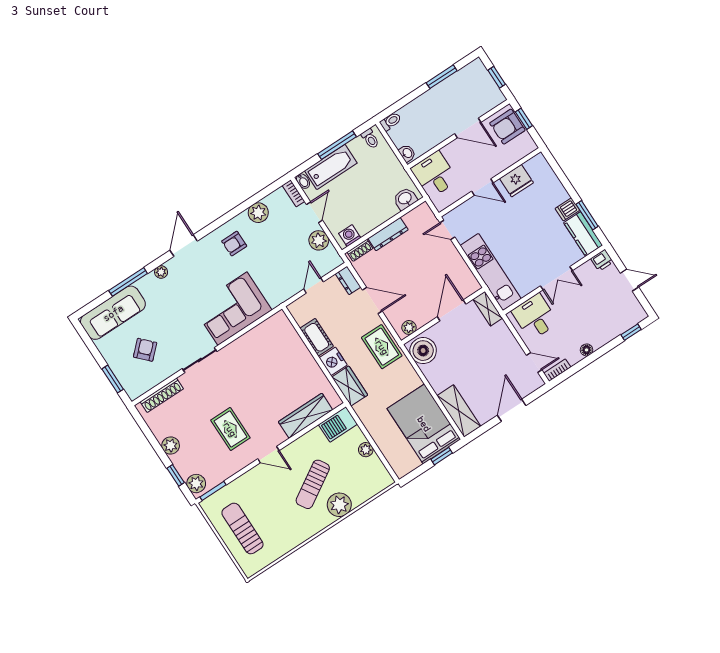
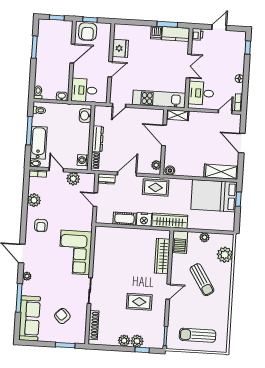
boiler: (423, 351) -> (170, 171), width x0.54, depth x0.54
wardrobe: (350, 386) -> (170, 221), width x1.50
plant: (196, 484) -> (137, 341), moved
plant: (339, 505) -> (225, 255), moved

